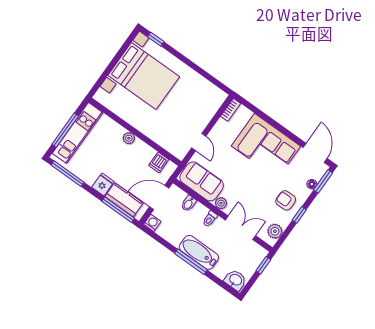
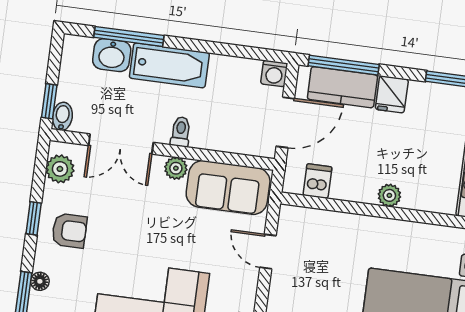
bidet: (189, 203) -> (62, 116), moved
window: (191, 262) -> (129, 36), moved
washbasin: (235, 280) -> (112, 55), moved

